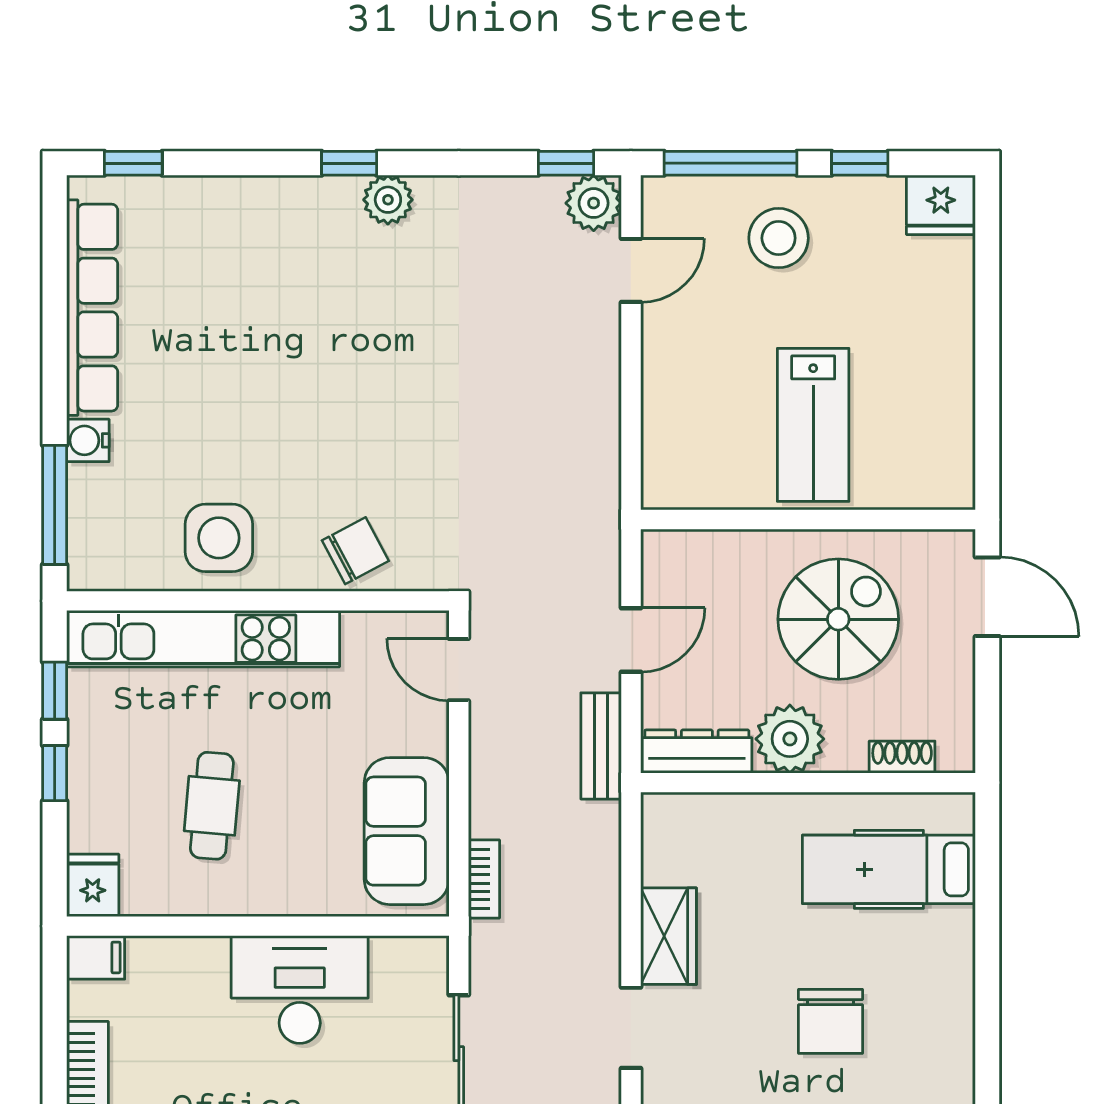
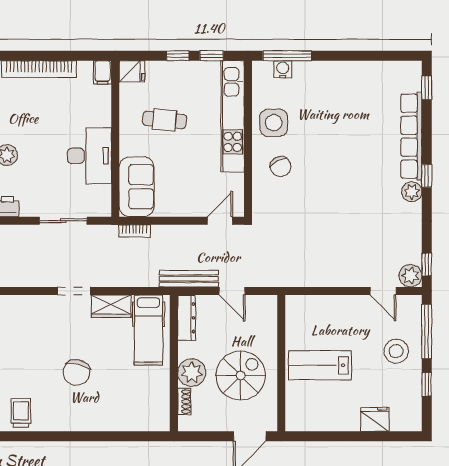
fridge: (941, 205) -> (375, 419), moved, turned 90
row of seats: (92, 308) -> (411, 136), moved, turned 90
water cooler: (88, 440) -> (283, 69), moved
chair: (355, 551) -> (281, 167), moved
spiral stairs: (838, 619) -> (241, 376), turned -90
plant: (790, 739) -> (192, 373), moved
bench: (601, 746) -> (189, 279), width x1.36
sofa: (407, 831) -> (137, 187), moved, turned 90
hospital bed: (889, 869) -> (148, 330), moved, turned 180
chair: (830, 1021) -> (76, 372), turned -76

